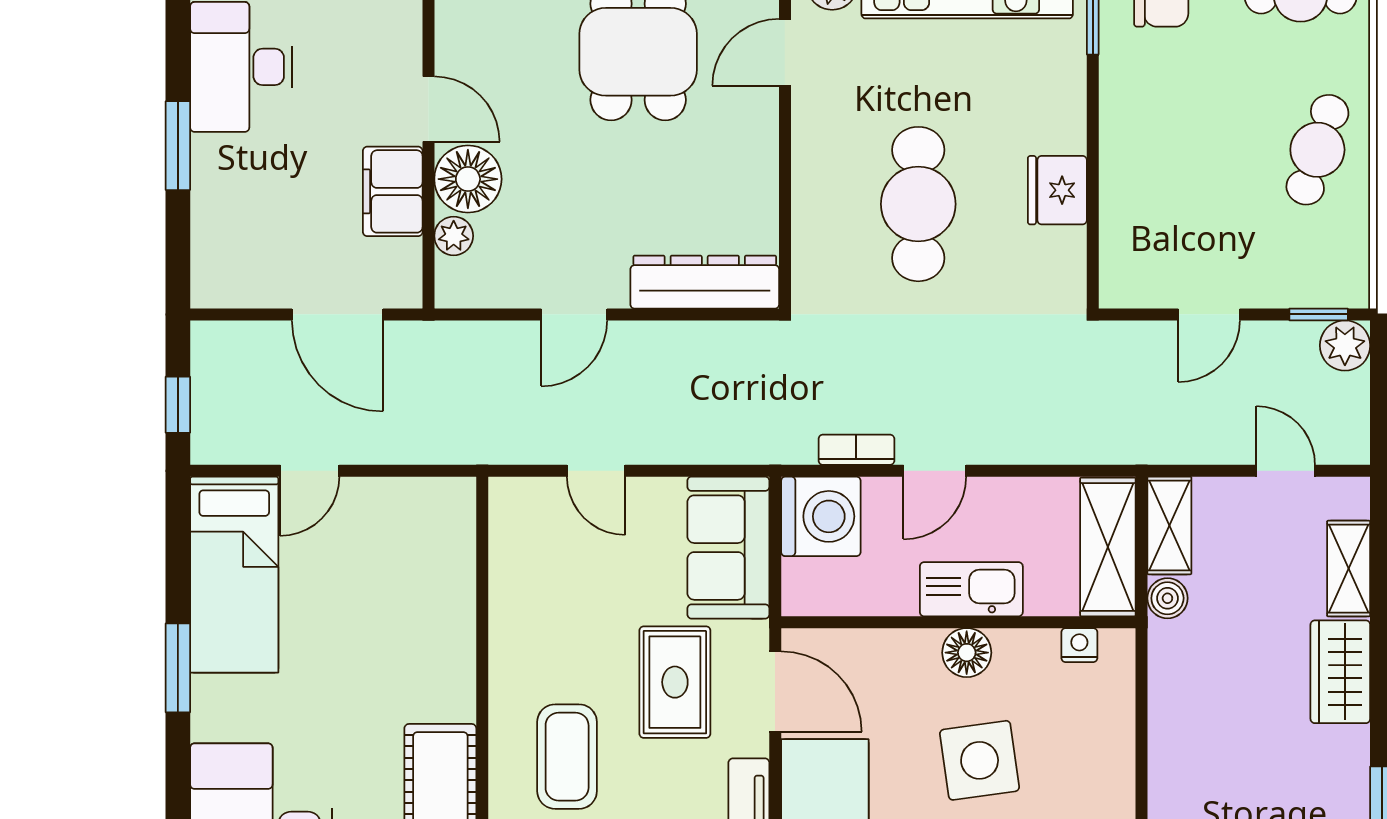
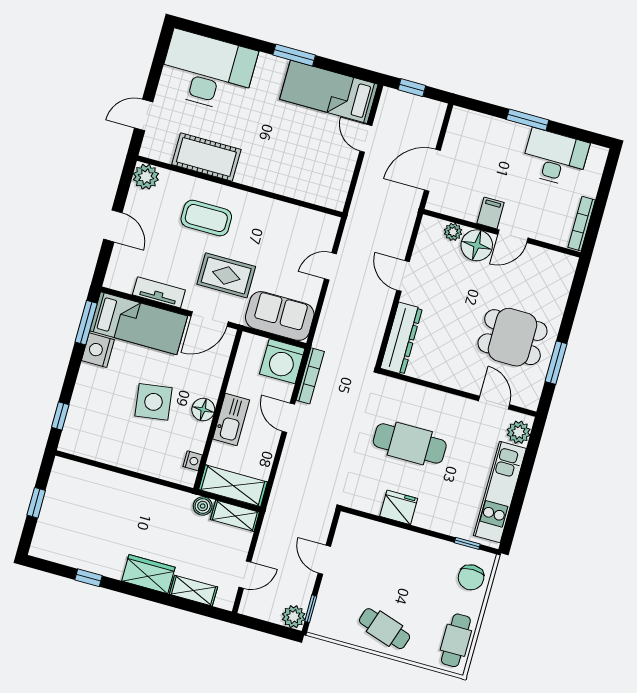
filing cabinet: (393, 191) -> (491, 213), width x0.50
bookcase: (856, 450) -> (310, 376), width x1.56

